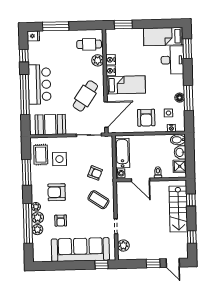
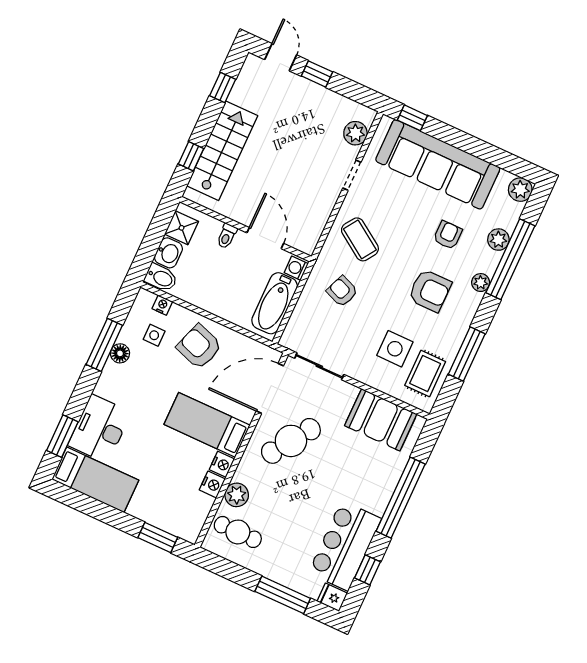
bar counter: (40, 84) -> (345, 546), moved
armchair: (146, 118) -> (199, 347), turned -71
plant: (38, 218) -> (520, 190), moved

